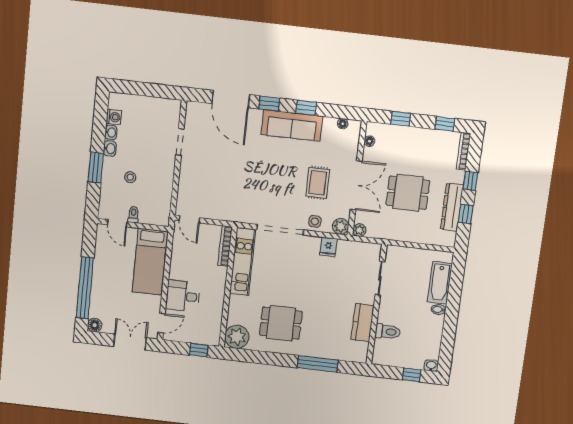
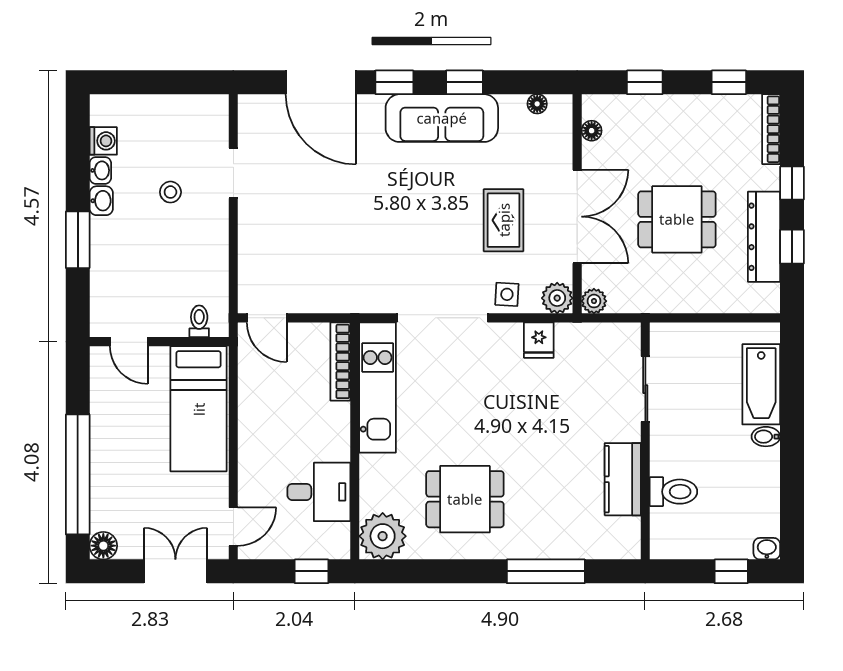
stool: (130, 177) -> (170, 192), moved
toilet: (133, 214) -> (199, 321), moved
desk: (183, 296) -> (319, 492), moved, turned 180

